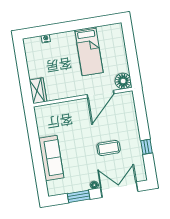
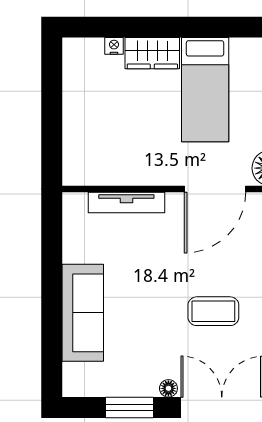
wardrobe: (38, 91) -> (152, 53), moved, turned 90
tv unit: (63, 106) -> (126, 202), added

